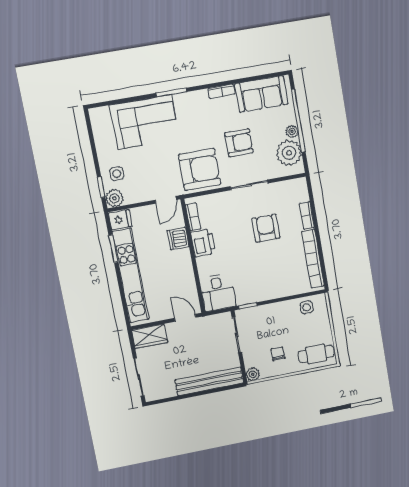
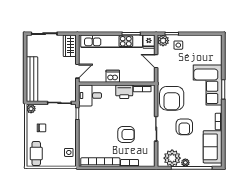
corner sofa: (145, 122) -> (208, 85), moved
door: (166, 200) -> (156, 61), moved
dishwasher: (178, 239) -> (113, 76), moved

